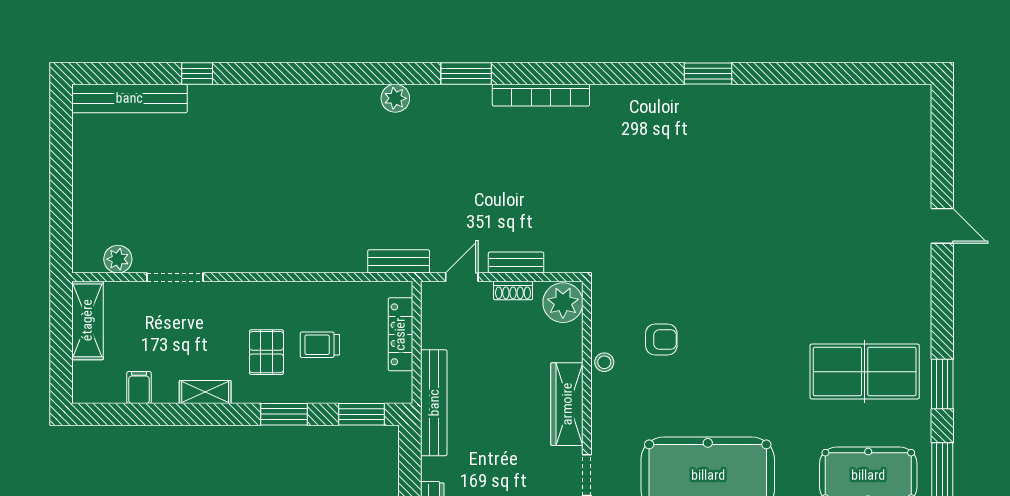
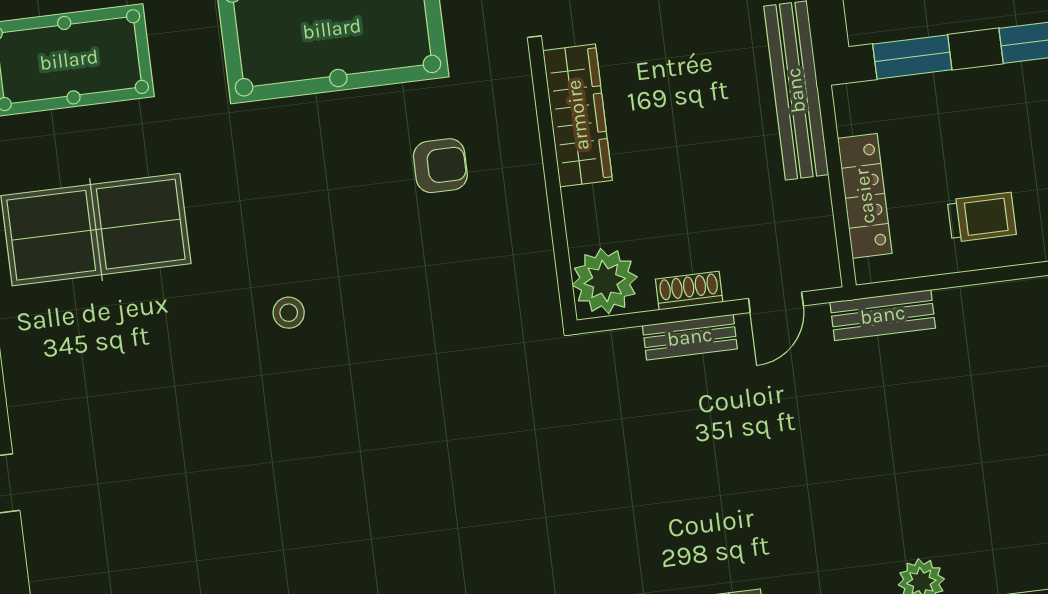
armchair: (661, 339) -> (440, 166), moved, turned 180
trolley: (320, 345) -> (982, 217), moved
stool: (604, 362) -> (289, 313), moved

